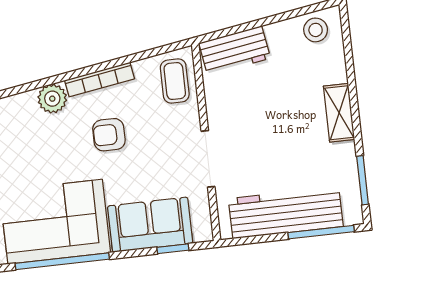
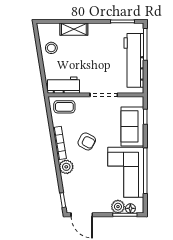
stool: (316, 30) -> (51, 48), moved
workbench: (235, 51) -> (64, 85), moved, turned -81
shelving: (339, 113) -> (74, 29), moved
armchair: (109, 135) -> (87, 141), turned -62

